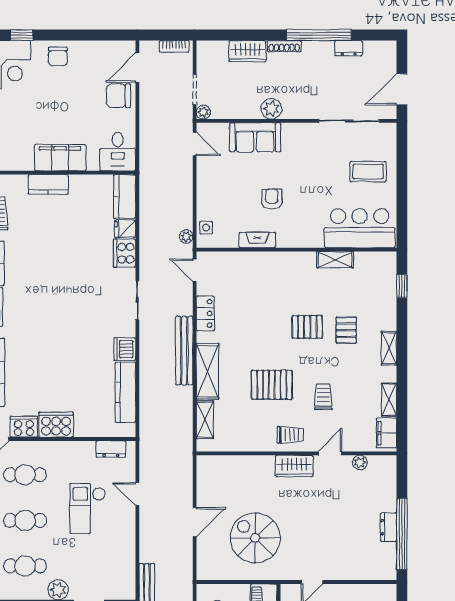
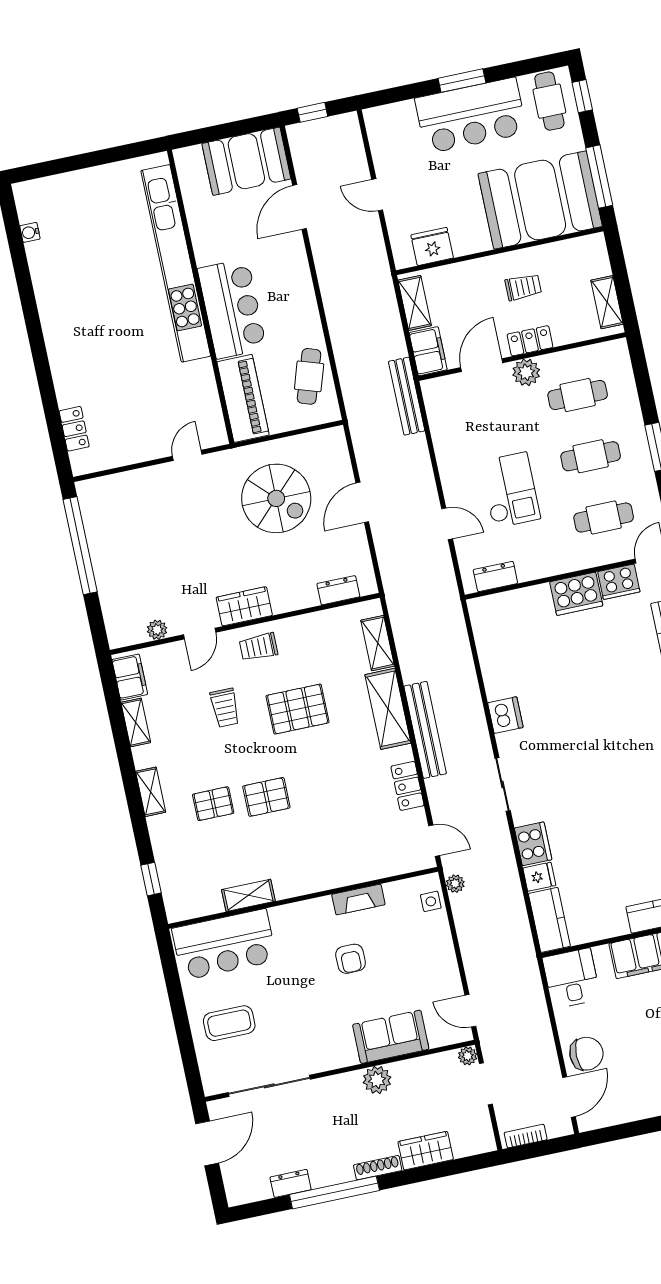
pallet: (346, 330) -> (213, 804), turned 90
kitchen counter: (125, 392) -> (492, 657), removed
dresser: (388, 527) -> (338, 590), moved, turned -90

